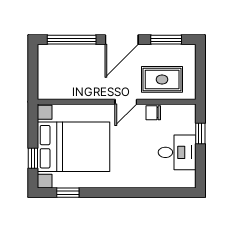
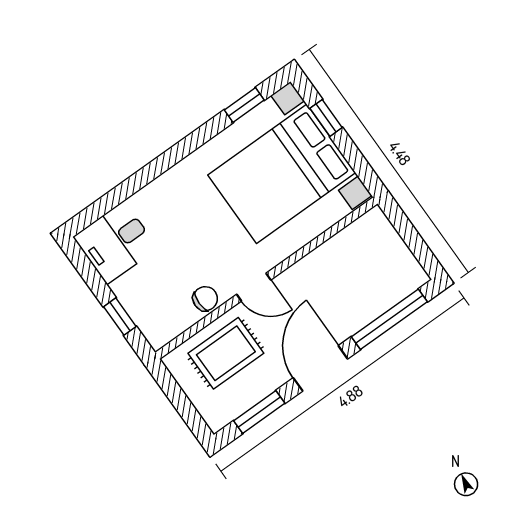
door: (126, 102) -> (254, 287), swing flipped
desk: (177, 152) -> (116, 242), moved

